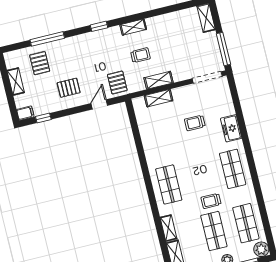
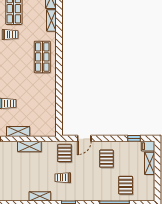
trolley: (140, 55) -> (63, 178), moved
shelving: (16, 82) -> (150, 163), moved
pallet: (69, 88) -> (106, 159), turned 90
shelving: (159, 98) -> (18, 132), moved

